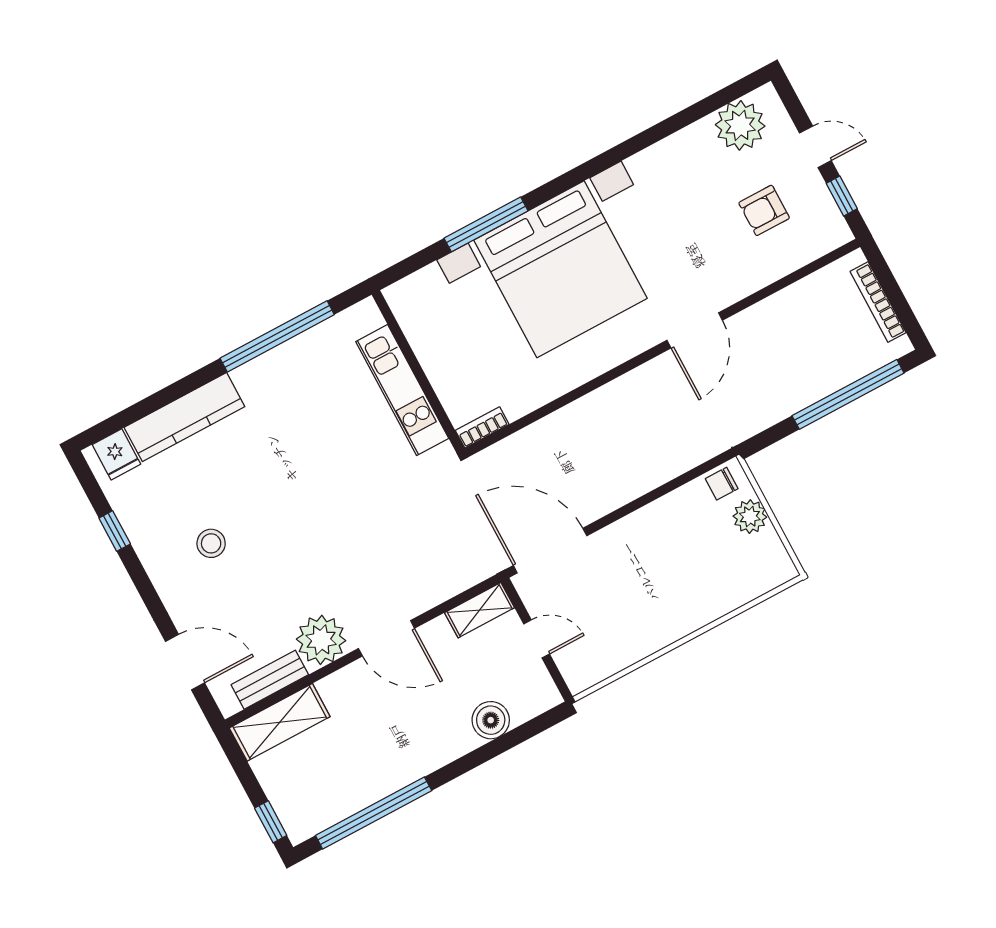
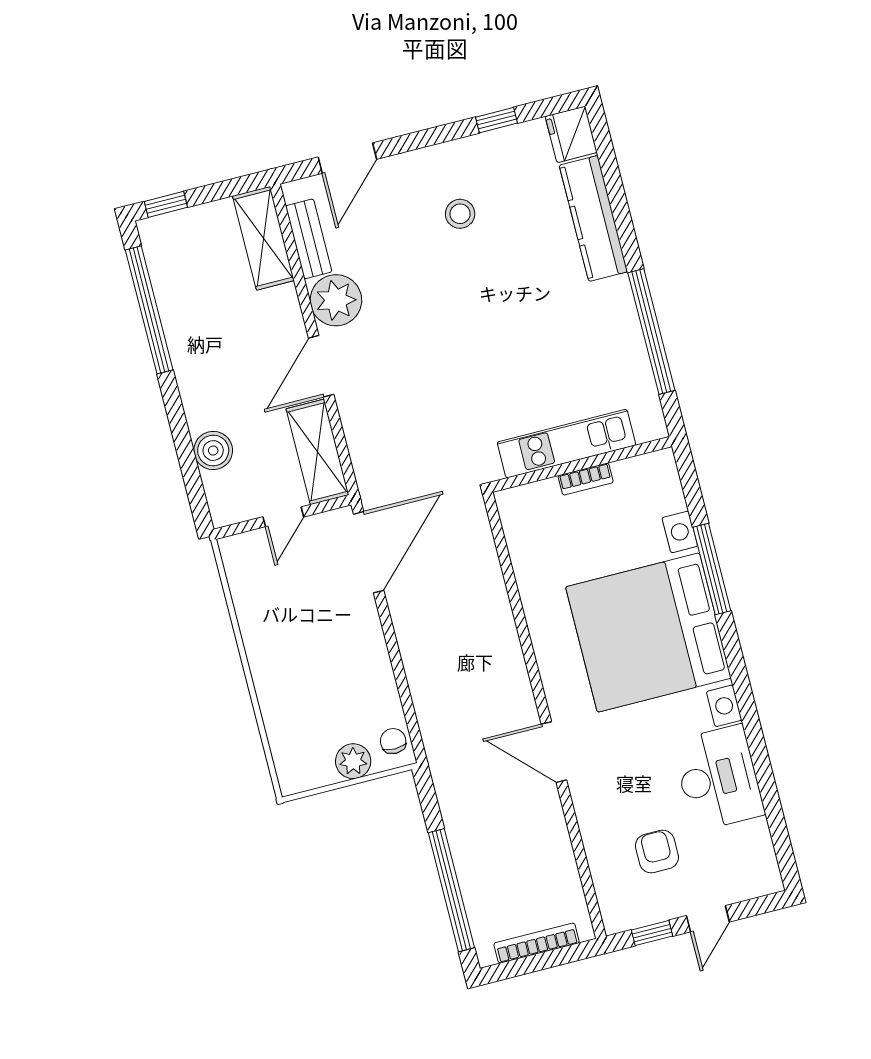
plant: (740, 125) -> (748, 849), removed
desk: (681, 170) -> (718, 778), added
bookcase: (482, 427) -> (586, 479), moved, turned 90
fridge: (116, 454) -> (571, 134), width x1.38
shelving: (480, 610) -> (317, 452), width x1.50, depth x1.33

